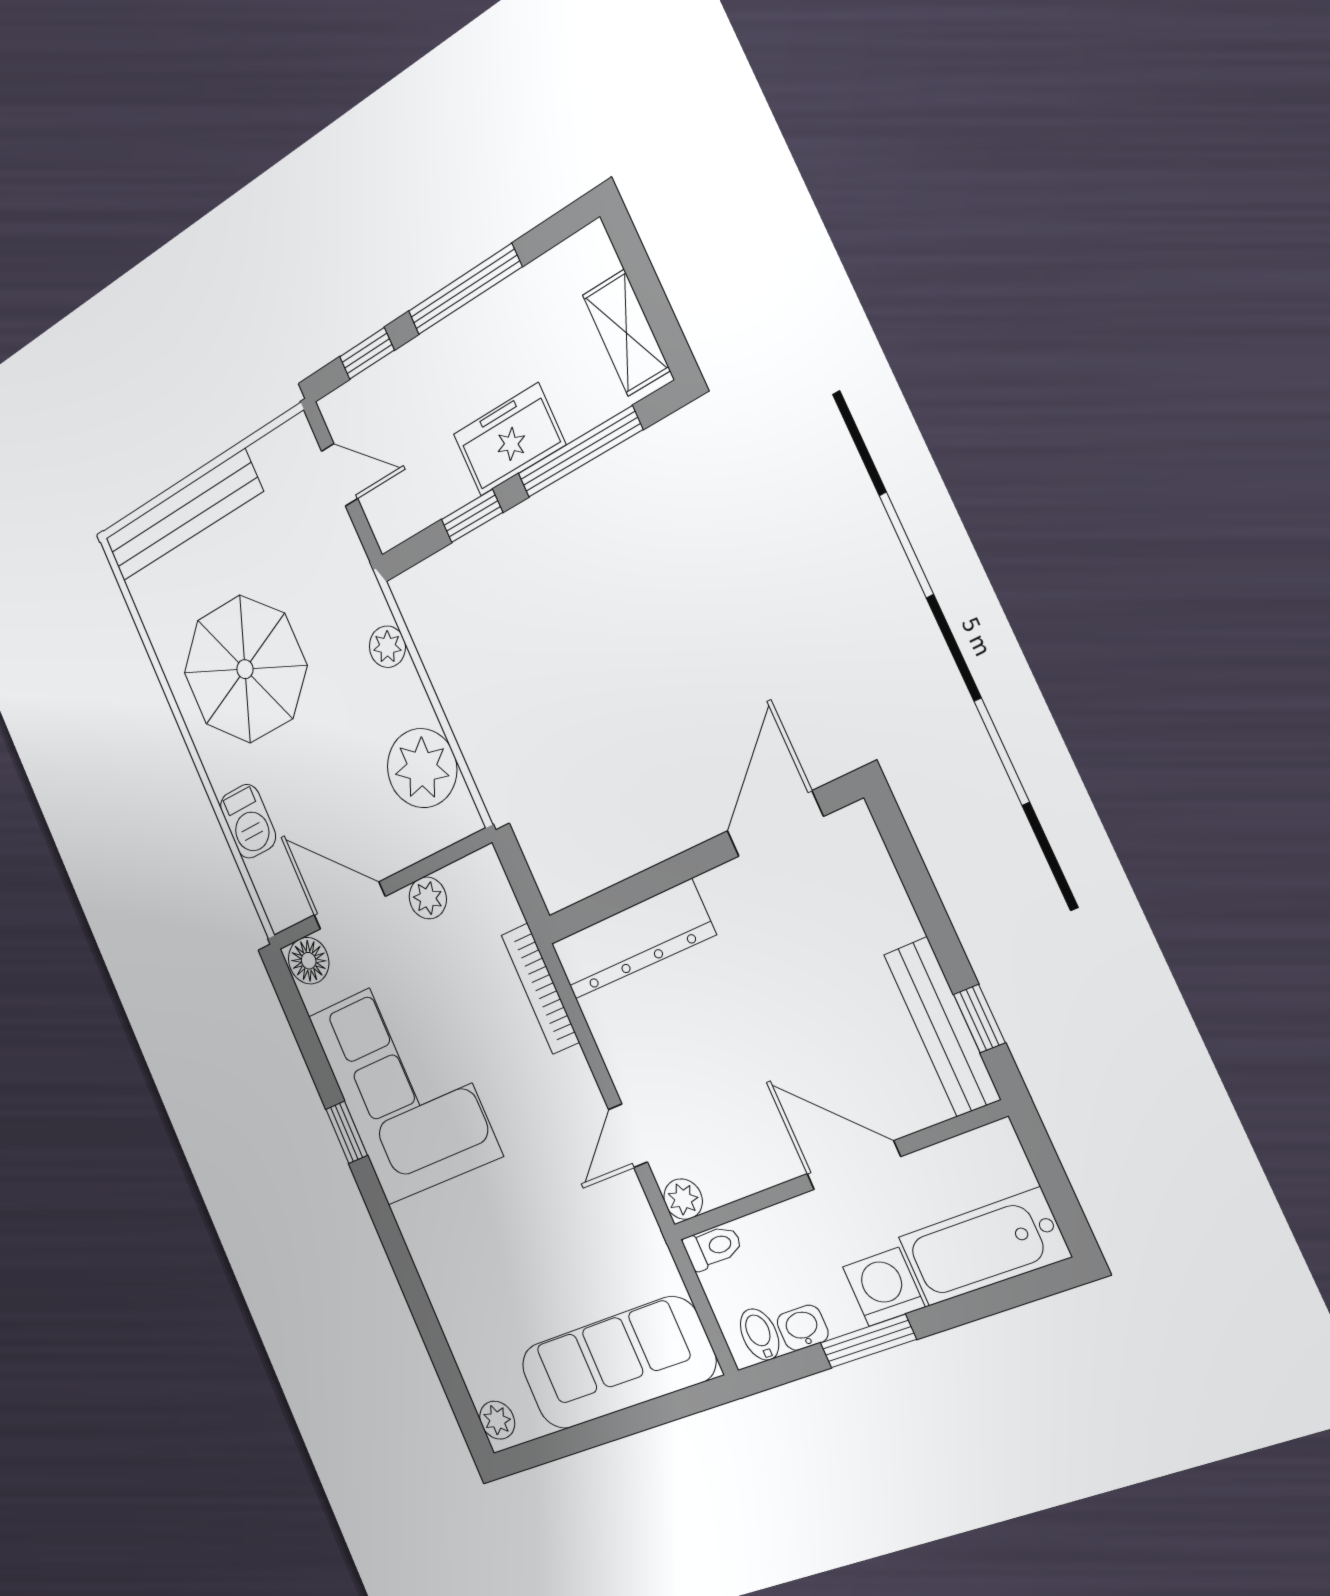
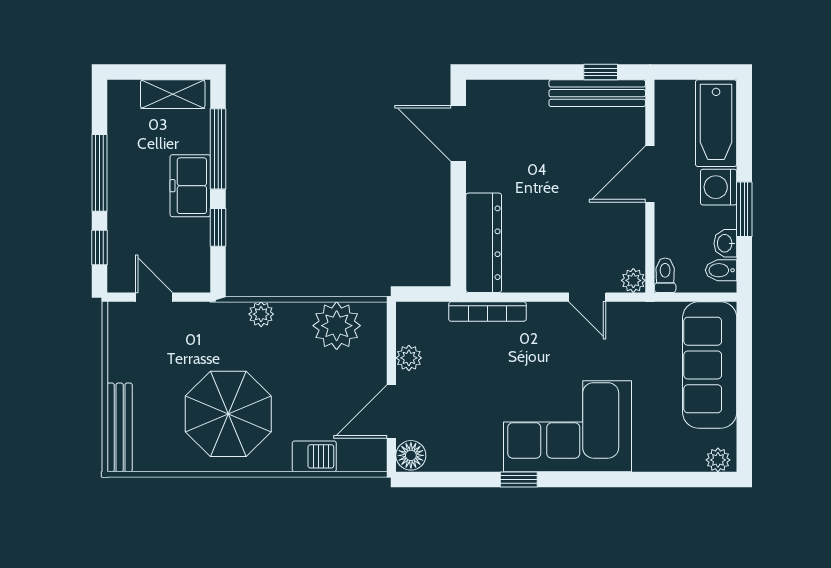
door: (340, 475) -> (154, 297), hinge flipped
bench: (183, 515) -> (120, 427), width x0.73, depth x0.82
corner sofa: (404, 1085) -> (567, 426), moved

